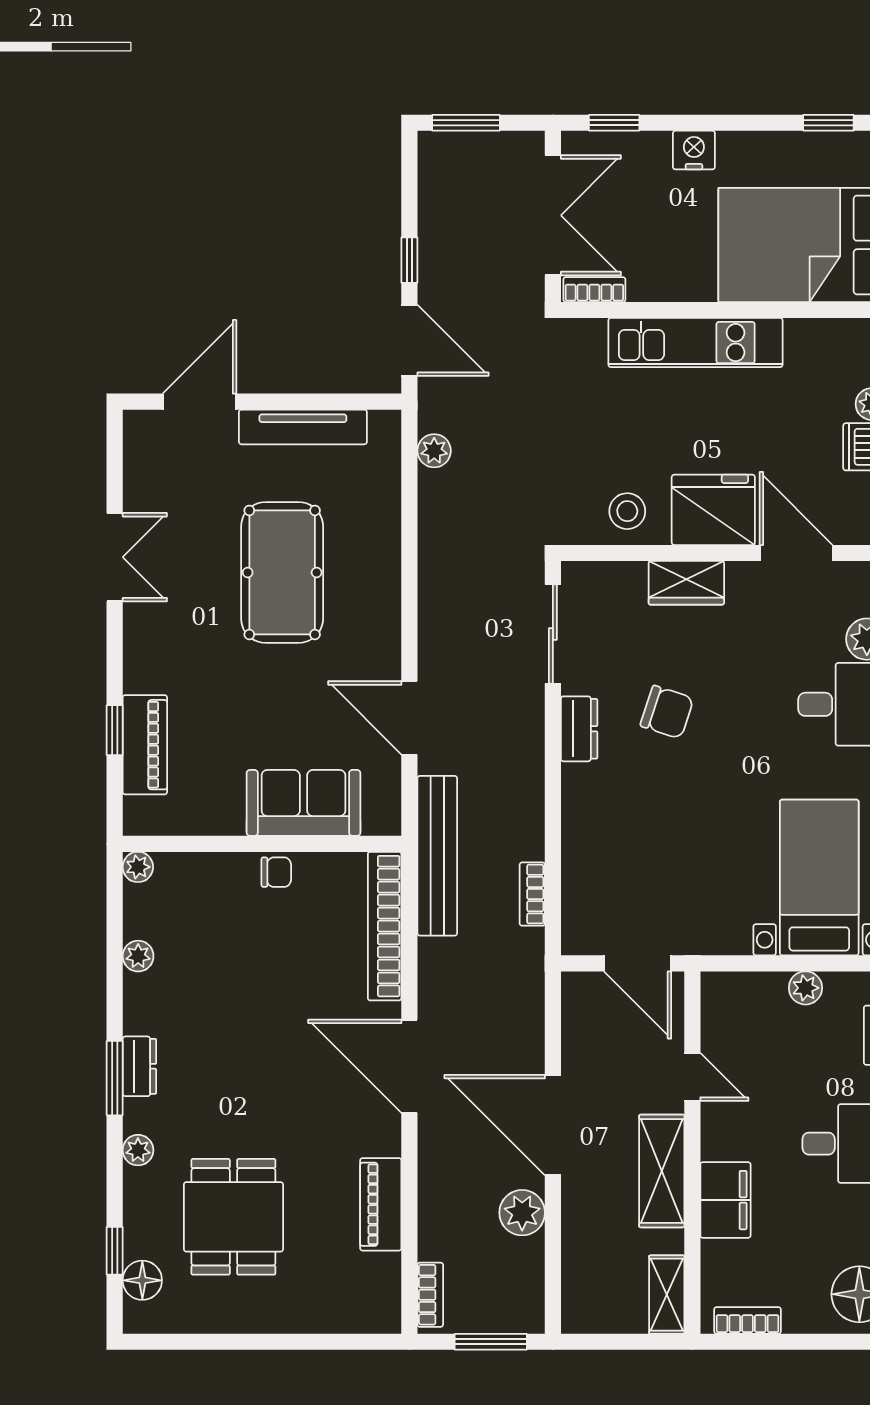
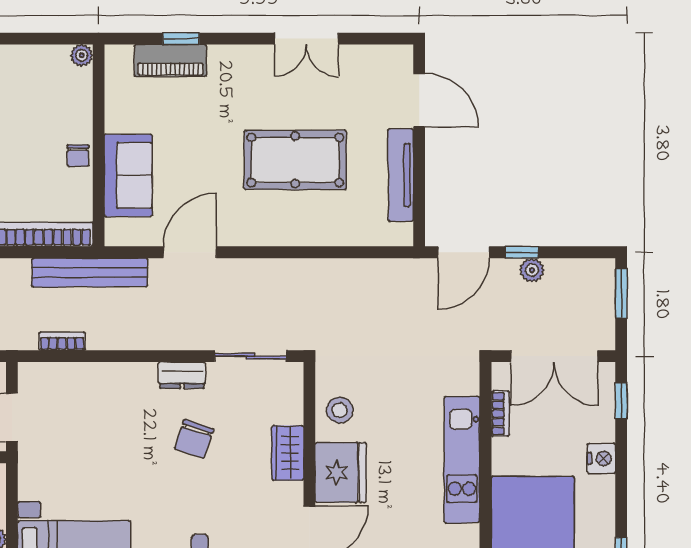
bookcase: (594, 290) -> (500, 414), moved
plant: (434, 451) -> (532, 270), moved
plant: (138, 956) -> (17, 56), removed

